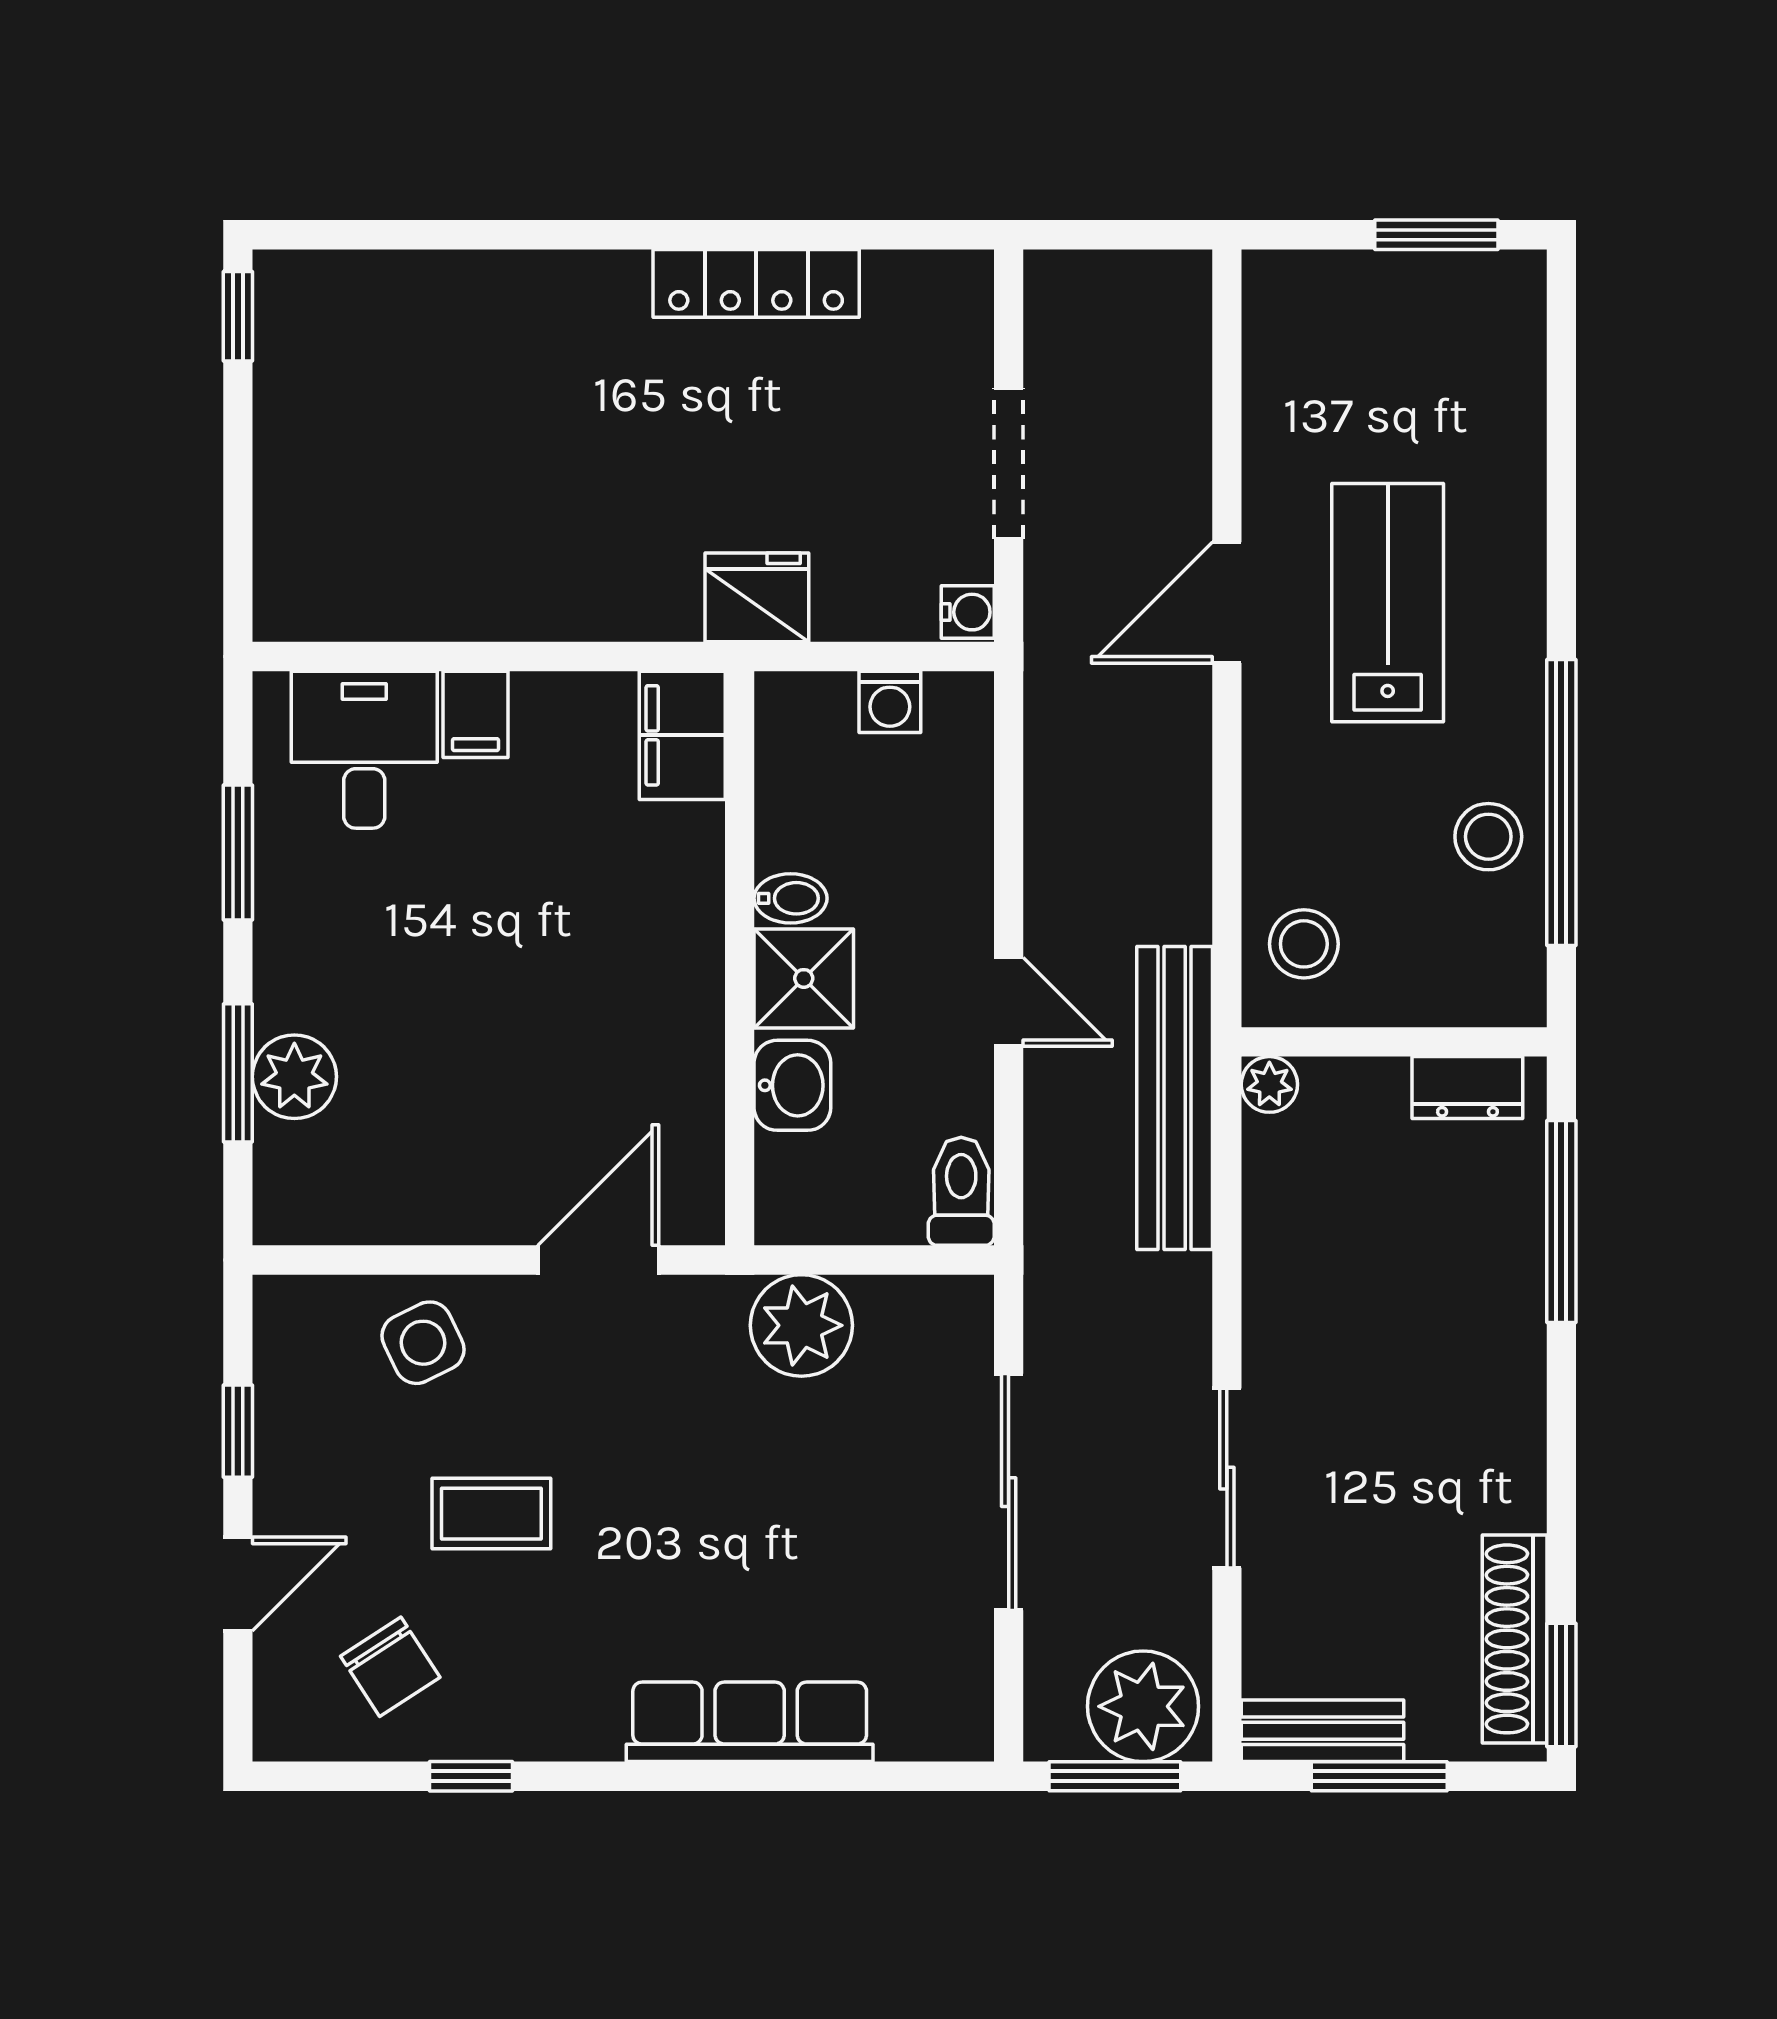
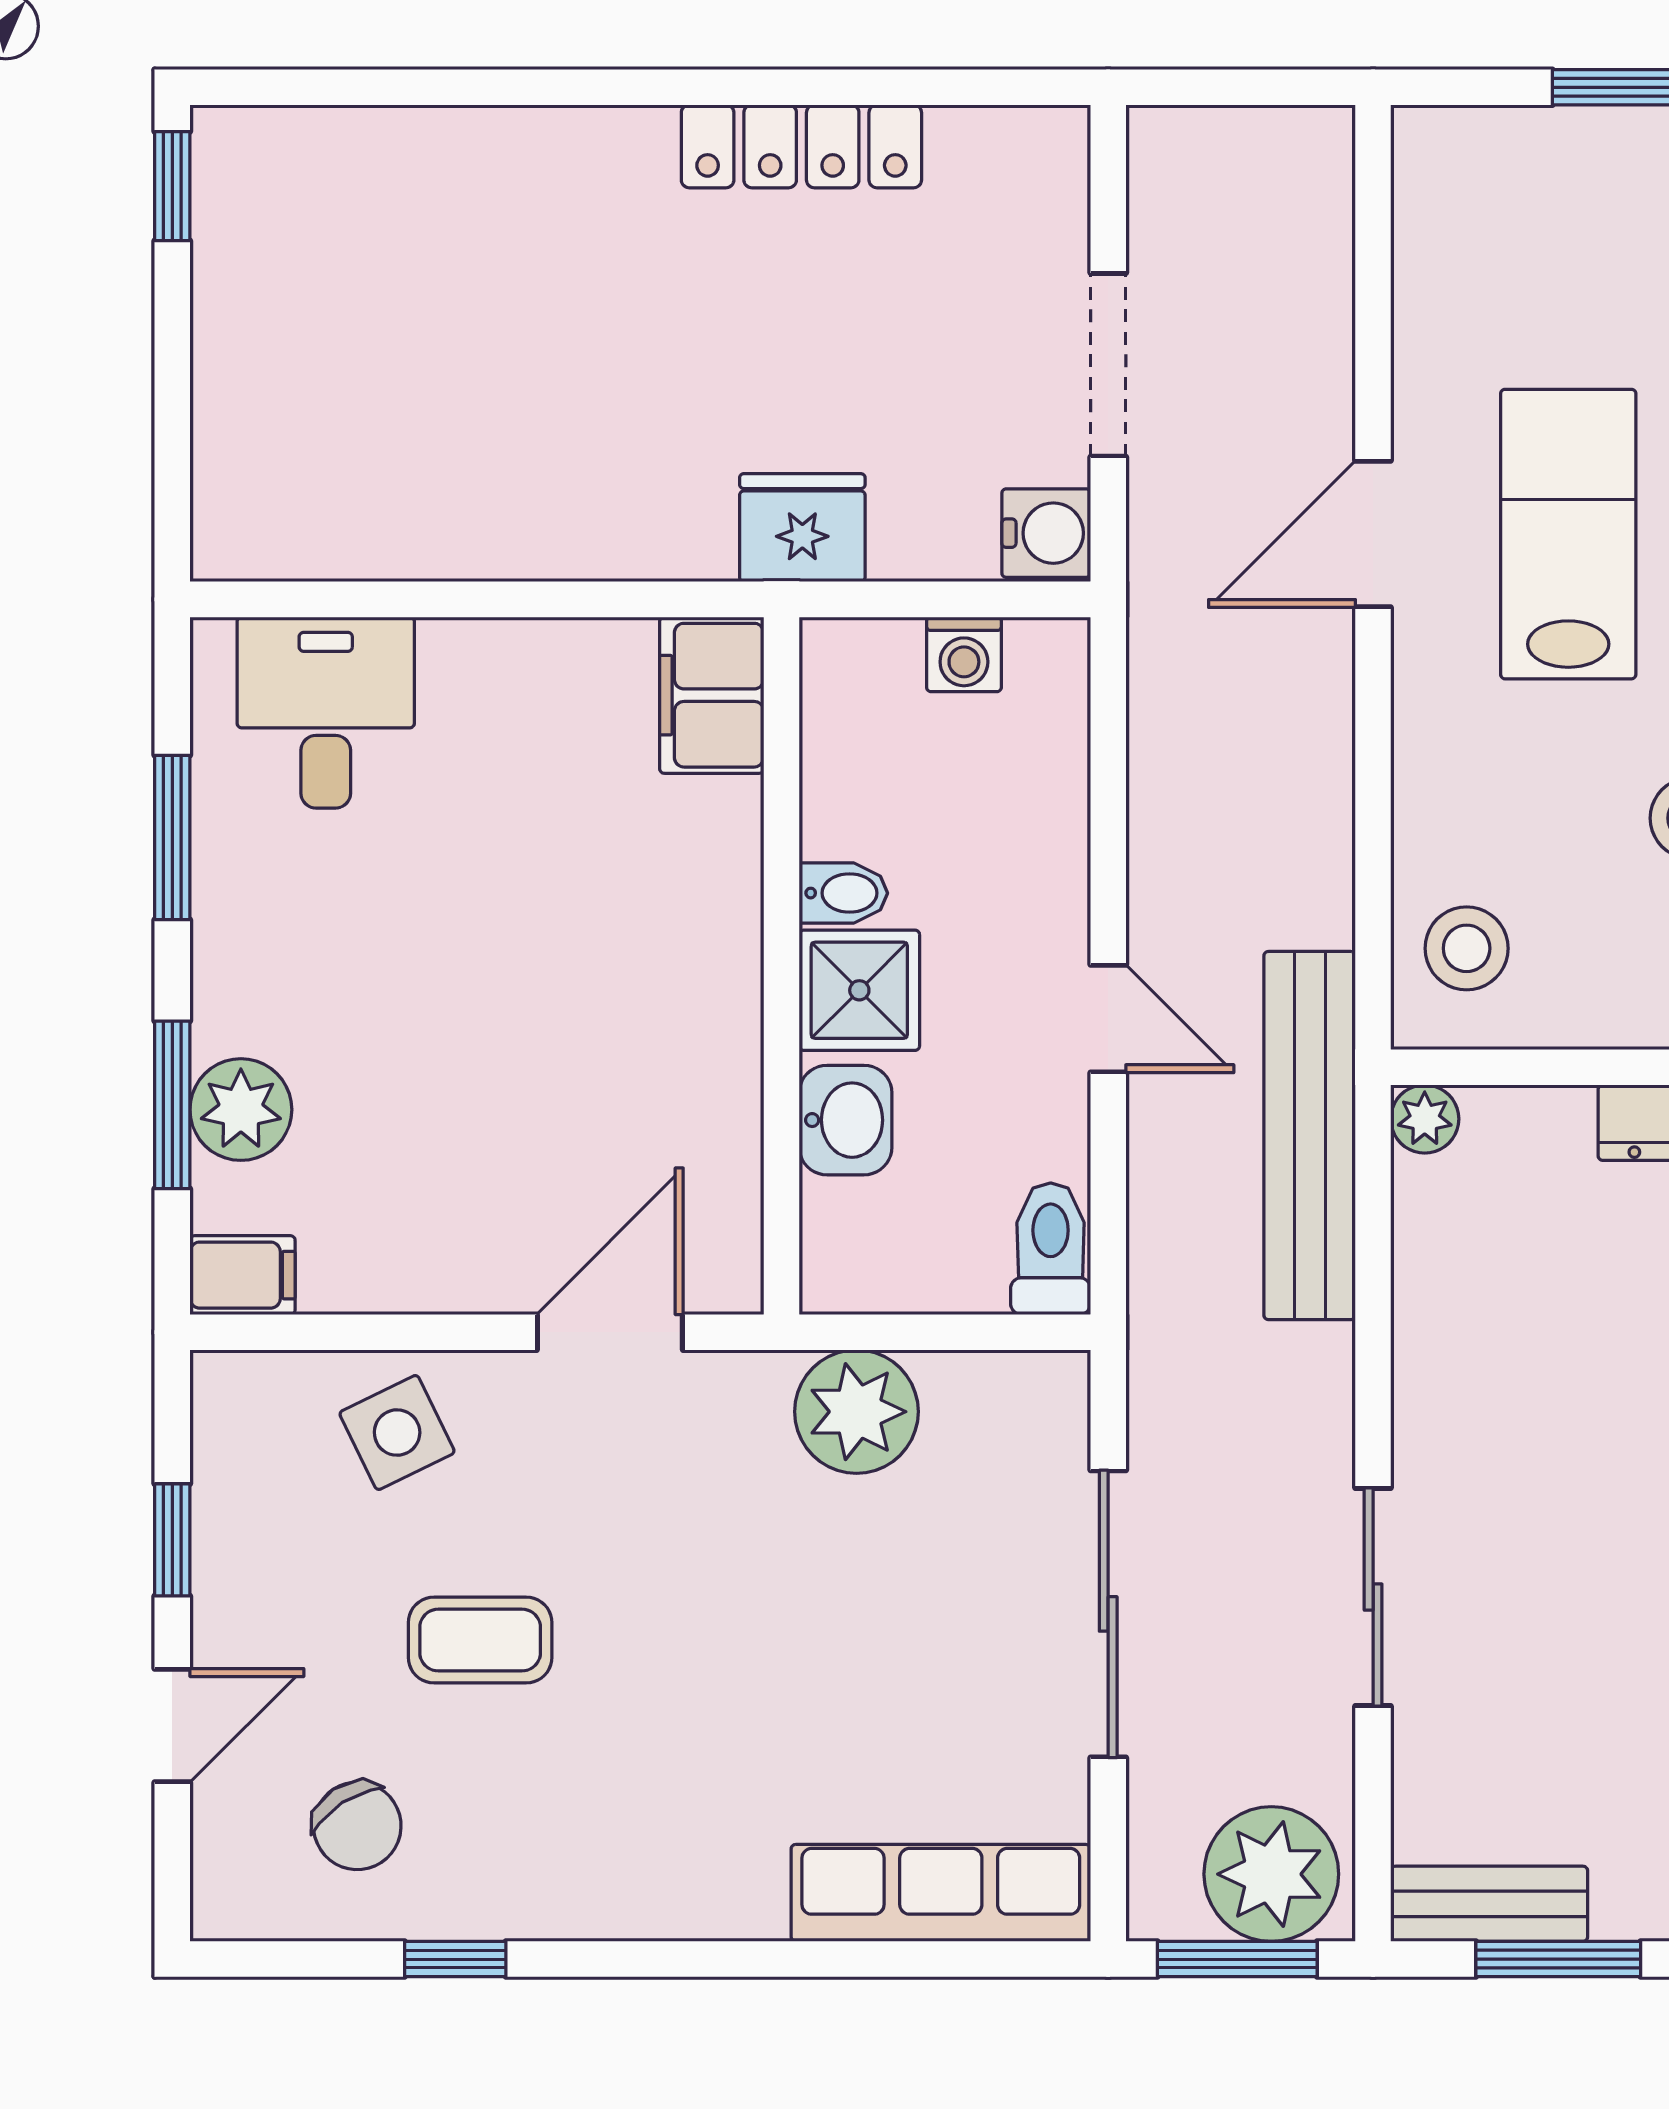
water cooler: (968, 612) -> (1046, 533), width x1.38, depth x1.38
filing cabinet: (475, 714) -> (242, 1275), moved, turned -90
row of seats: (750, 1722) -> (941, 1893), moved

